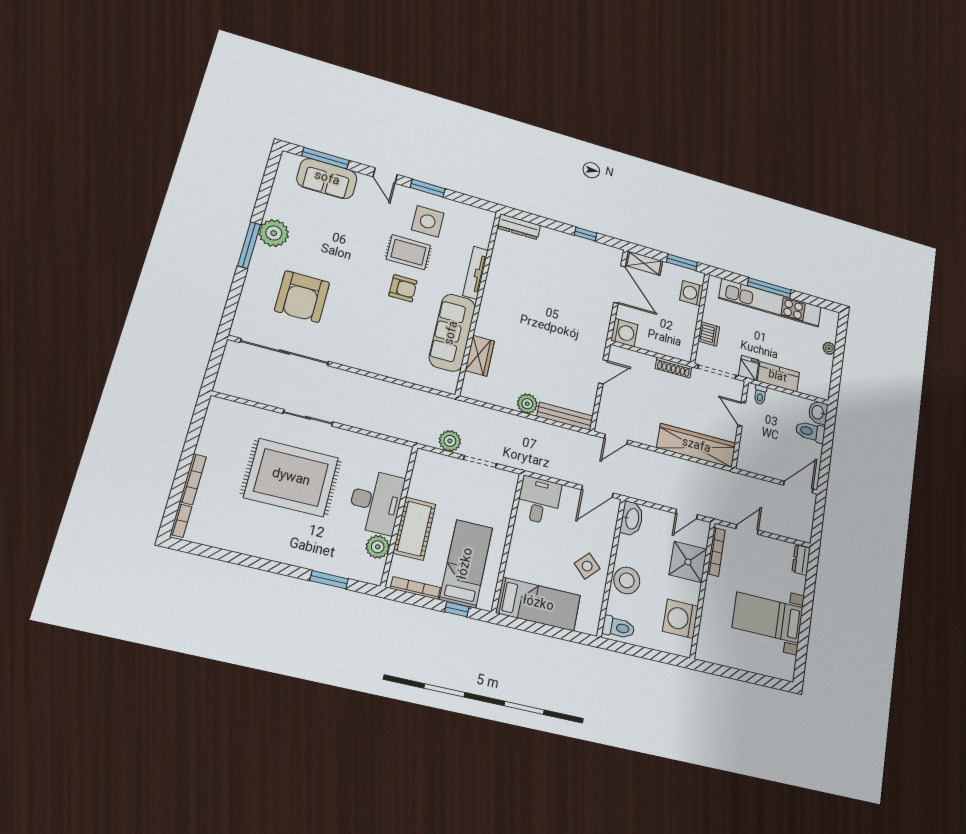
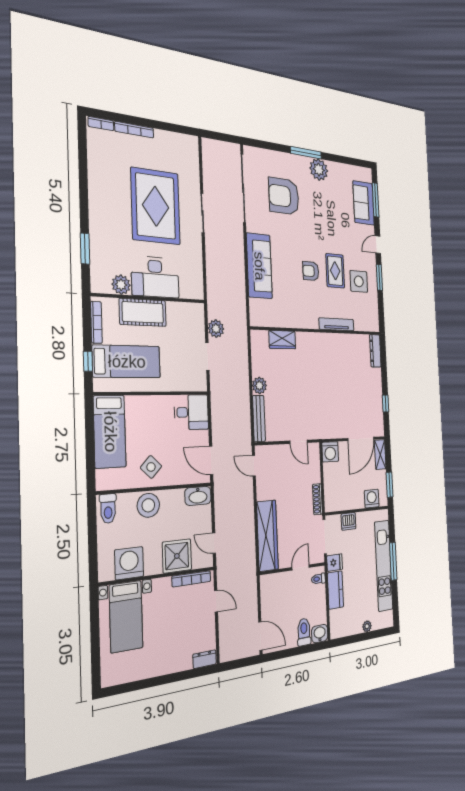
armchair: (403, 288) -> (311, 271), turned 90
sofa: (452, 333) -> (259, 266), moved, turned 90
bed with nightstands: (768, 618) -> (126, 616), moved, turned 180

